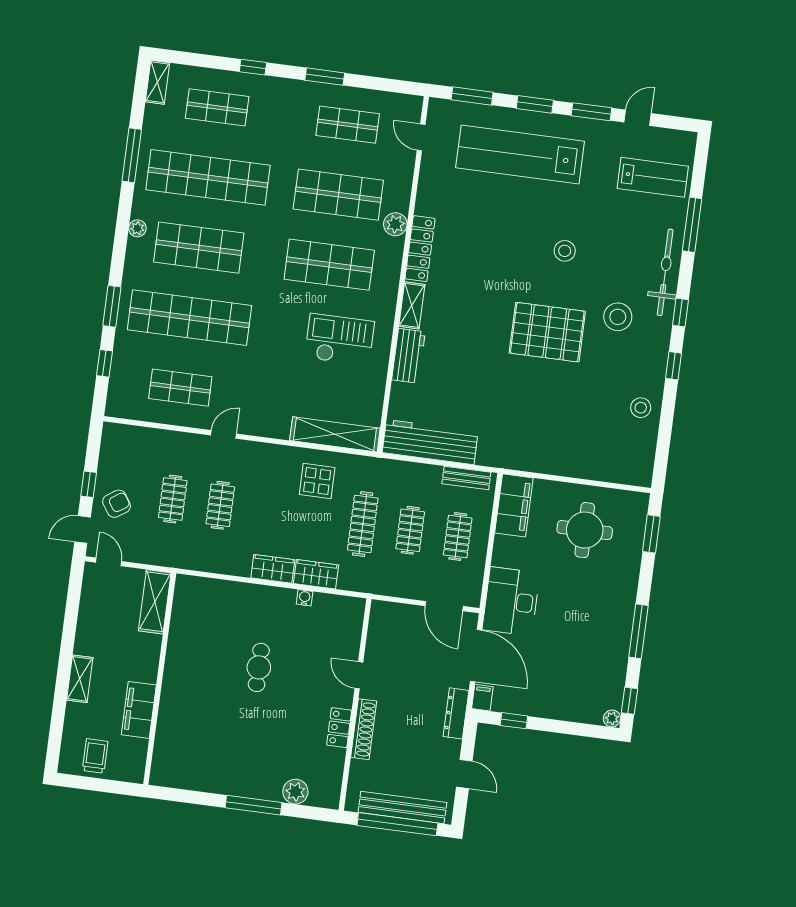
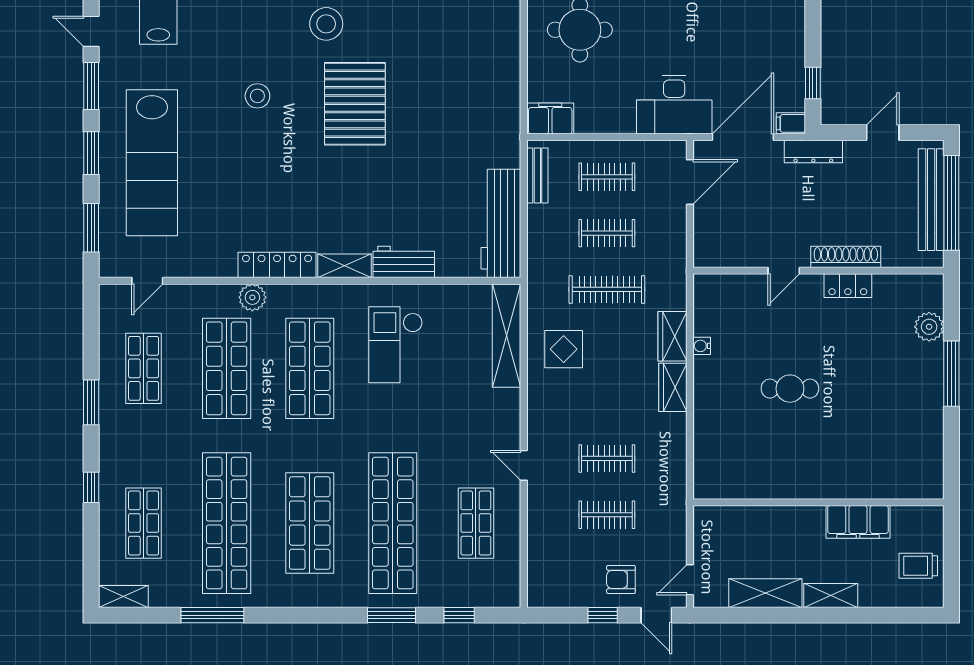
plant: (137, 228) -> (297, 597), removed
armchair: (117, 504) -> (621, 579), turned -56
filing cabinet: (514, 505) -> (550, 119), width x0.67, depth x0.86
shelving: (155, 602) -> (765, 593), moved

